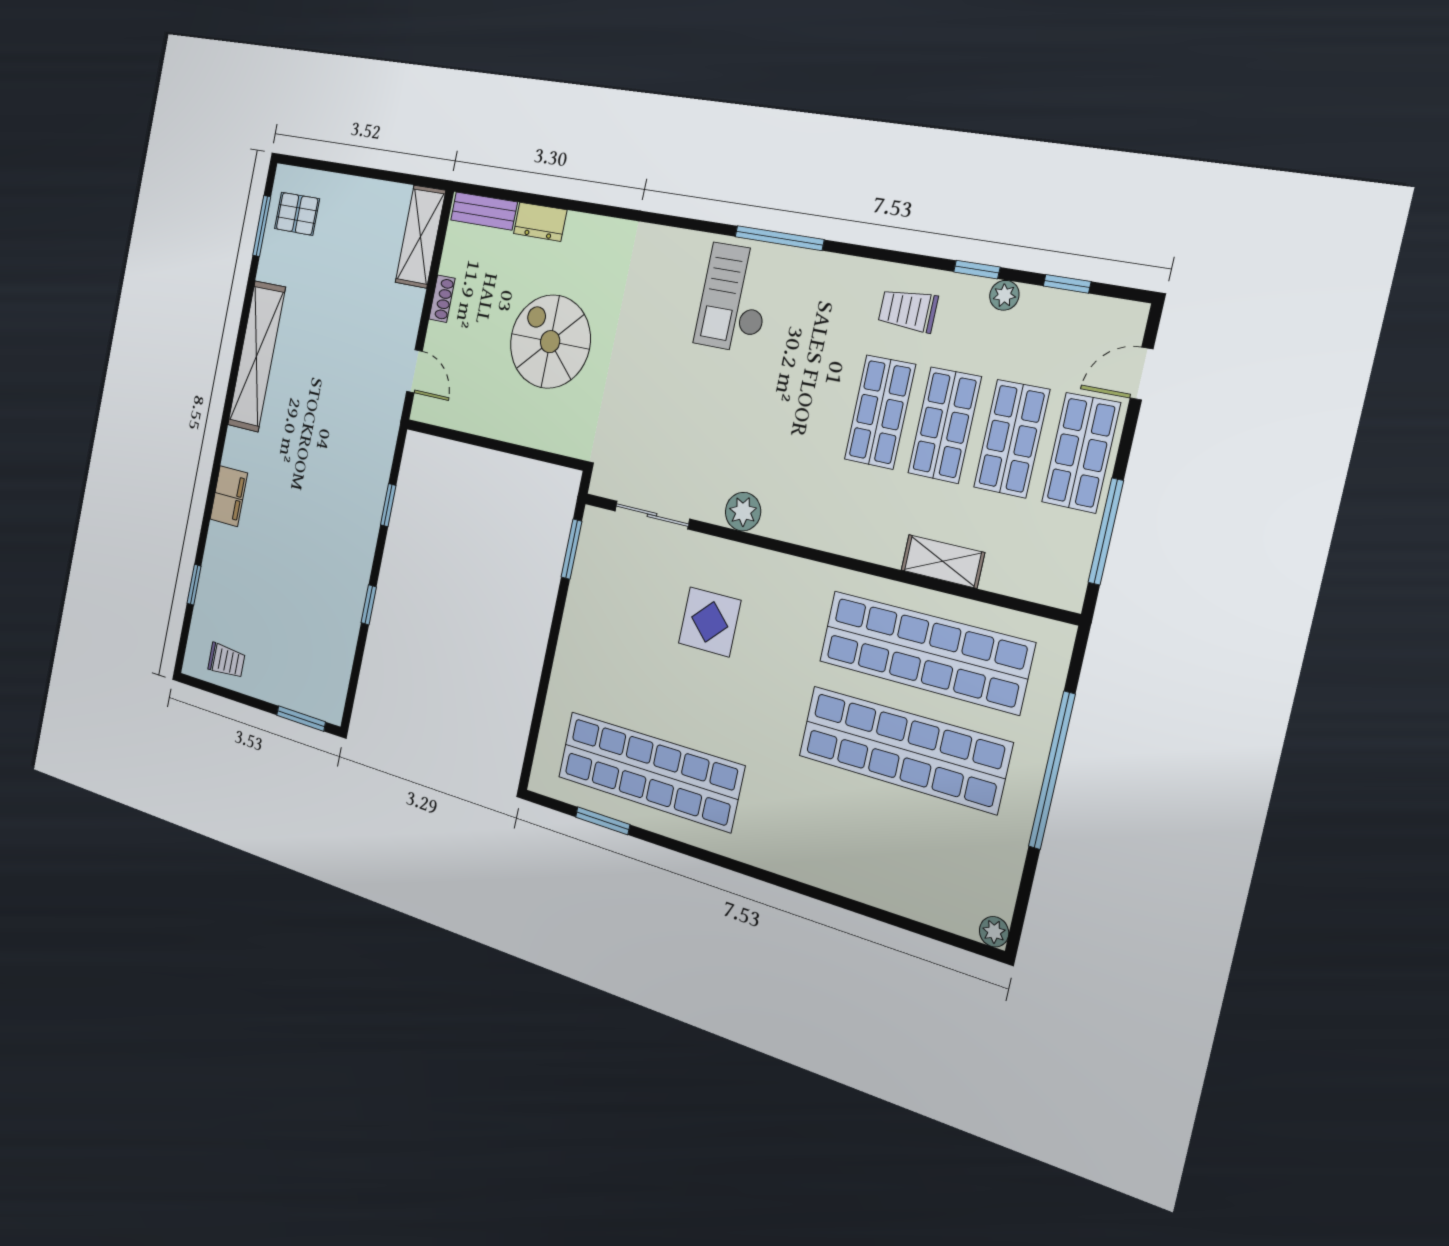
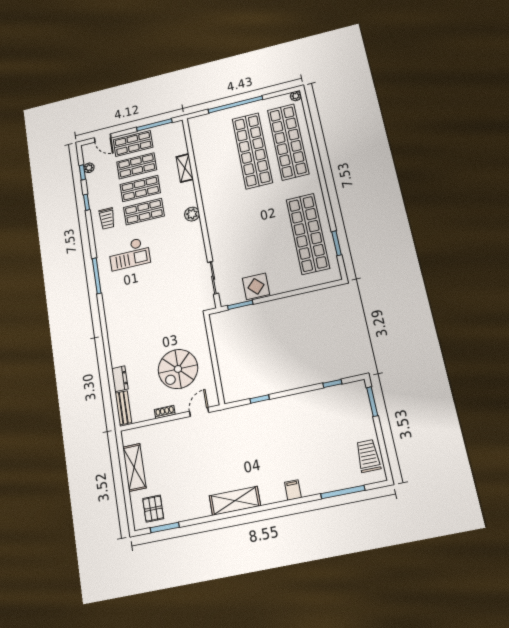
shelving: (420, 237) -> (134, 467), moved, turned 90
plant: (1004, 295) -> (89, 168), moved
checkout: (735, 298) -> (129, 254), moved
spiral stairs: (550, 342) -> (178, 369), moved
shelving: (257, 356) -> (235, 501), width x0.68
filing cabinet: (229, 496) -> (293, 490), width x0.50
plant: (743, 512) -> (192, 214), moved
window: (194, 585) -> (343, 492), width x2.17
window: (369, 605) -> (332, 384), moved
display table: (710, 622) -> (256, 286), moved
shop shelf: (925, 652) -> (288, 142), moved
trolley: (226, 661) -> (368, 456), width x1.36, depth x1.39

